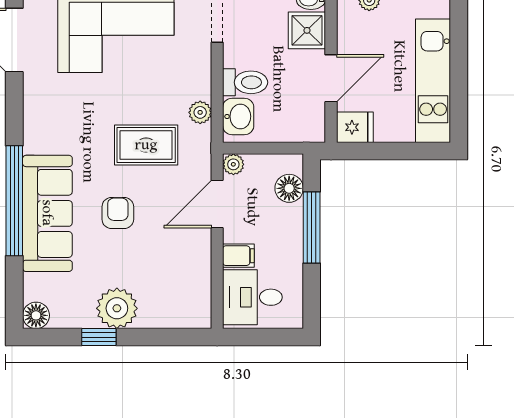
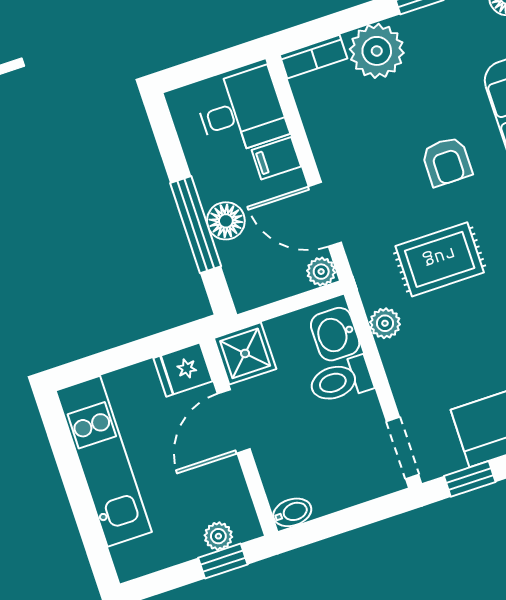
shower: (307, 30) -> (245, 353), moved
floor lamp: (289, 188) -> (226, 221), moved
door: (217, 204) -> (325, 214), swing flipped
plant: (117, 308) -> (377, 51), moved
bookcase: (188, 319) -> (313, 57), added

